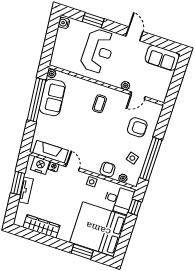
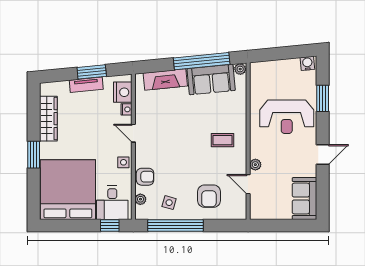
fireplace: (50, 152) -> (165, 80), moved, turned 84
door: (73, 167) -> (133, 133), swing flipped
window: (82, 252) -> (34, 155), moved

